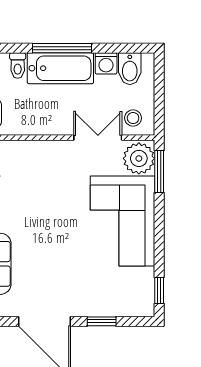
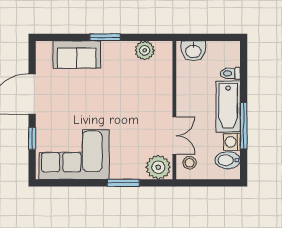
window: (62, 48) -> (244, 126), moved
window: (159, 171) -> (123, 183), moved
corner sofa: (122, 221) -> (74, 155), moved
window: (159, 291) -> (56, 183), removed

